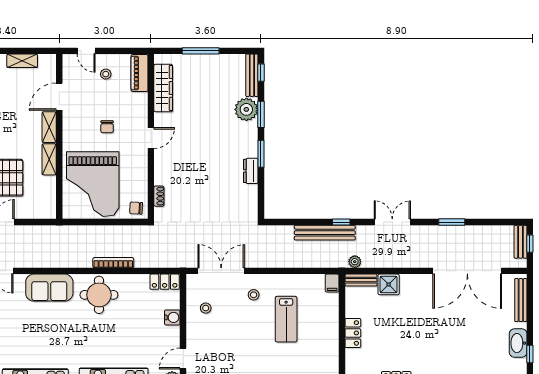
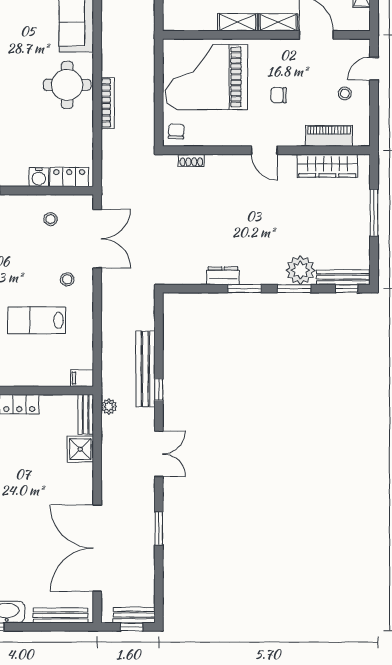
piano: (139, 73) -> (329, 136), moved
locker: (165, 282) -> (69, 177), moved, turned 90

